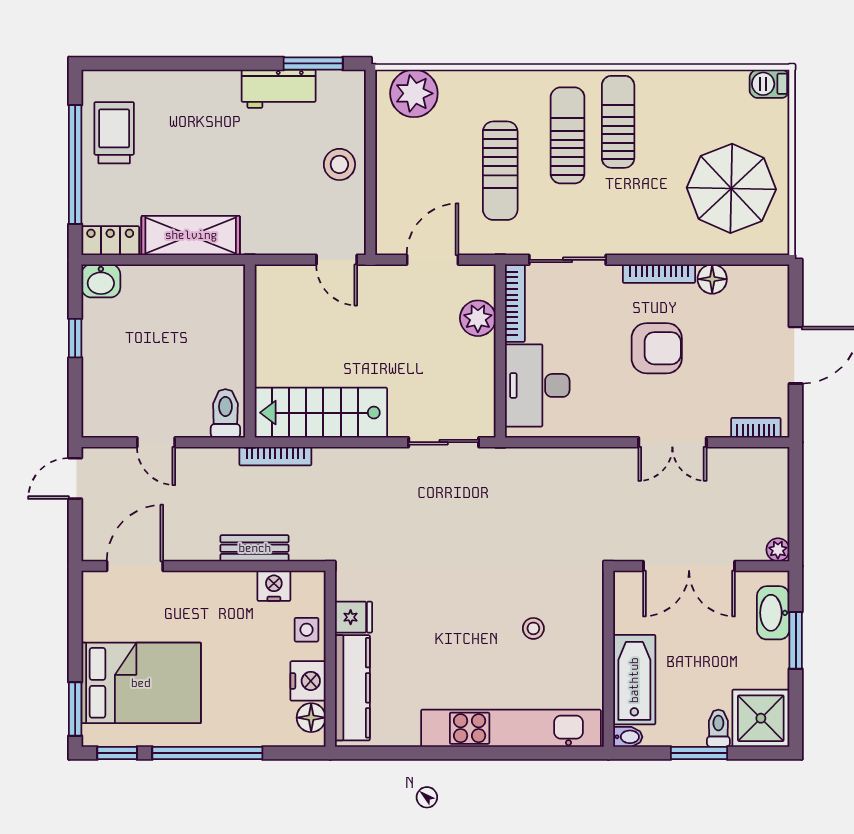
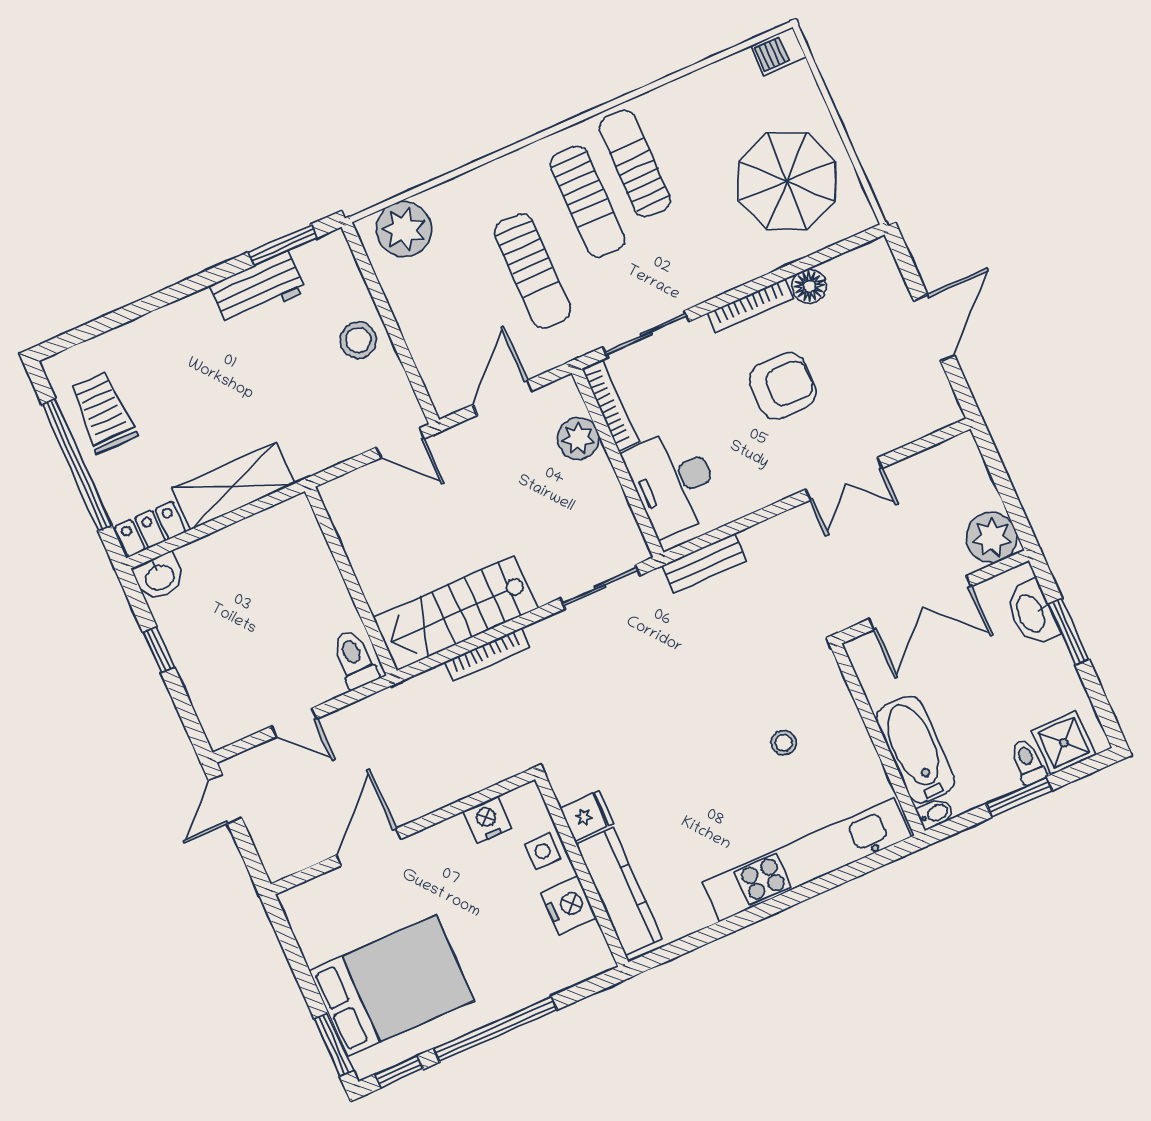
sun lounger: (568, 135) -> (587, 202), turned 180
bookcase: (756, 428) -> (926, 424), removed
bookcase: (275, 456) -> (487, 655), moved
bench: (255, 548) -> (704, 563), moved
plant: (778, 550) -> (991, 538), width x1.88, depth x1.88
door: (135, 566) -> (368, 847), moved
floor lamp: (311, 718) -> (589, 943), removed
shower: (761, 718) -> (1064, 743), width x0.73, depth x0.73

